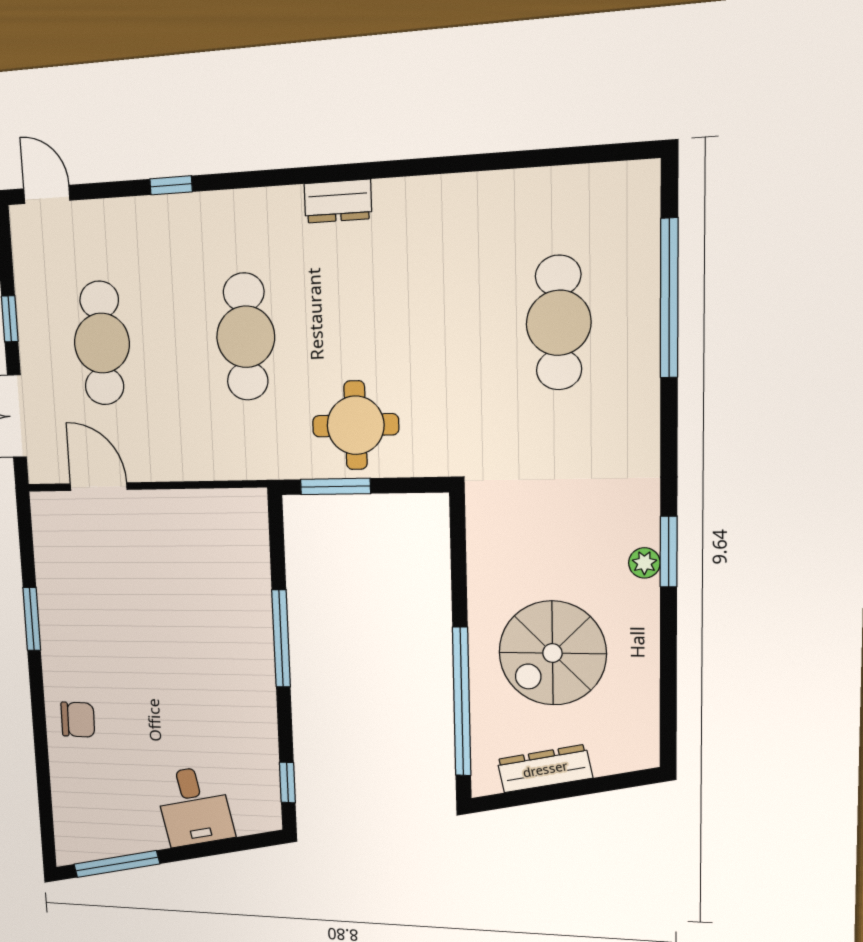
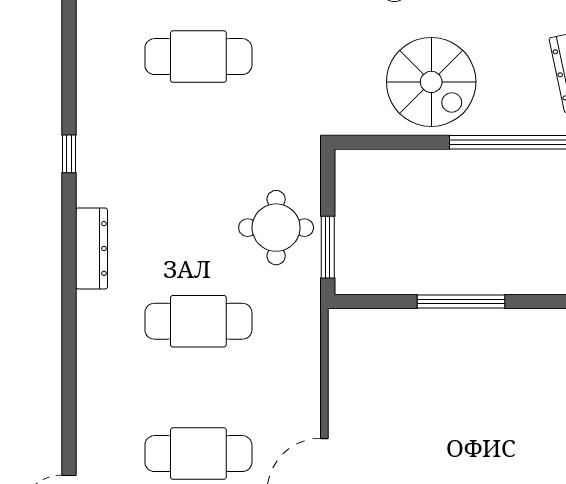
window: (171, 185) -> (69, 154), moved
dresser: (338, 201) -> (92, 248), width x1.44
spiral stairs: (552, 653) -> (431, 82), moved

